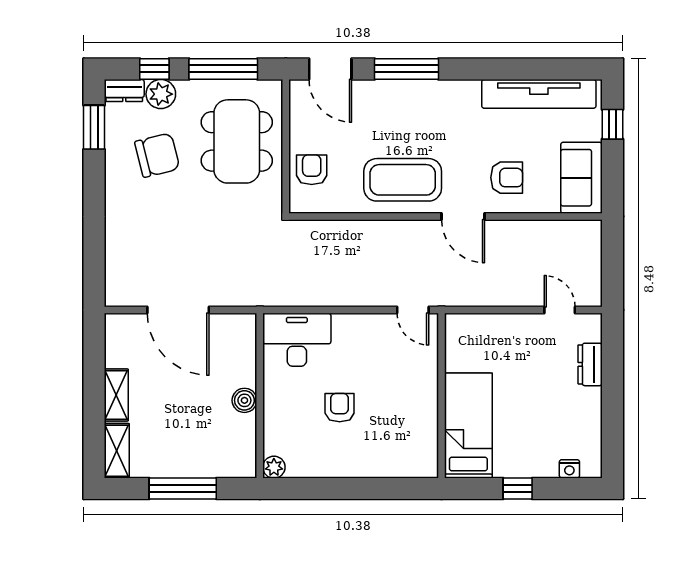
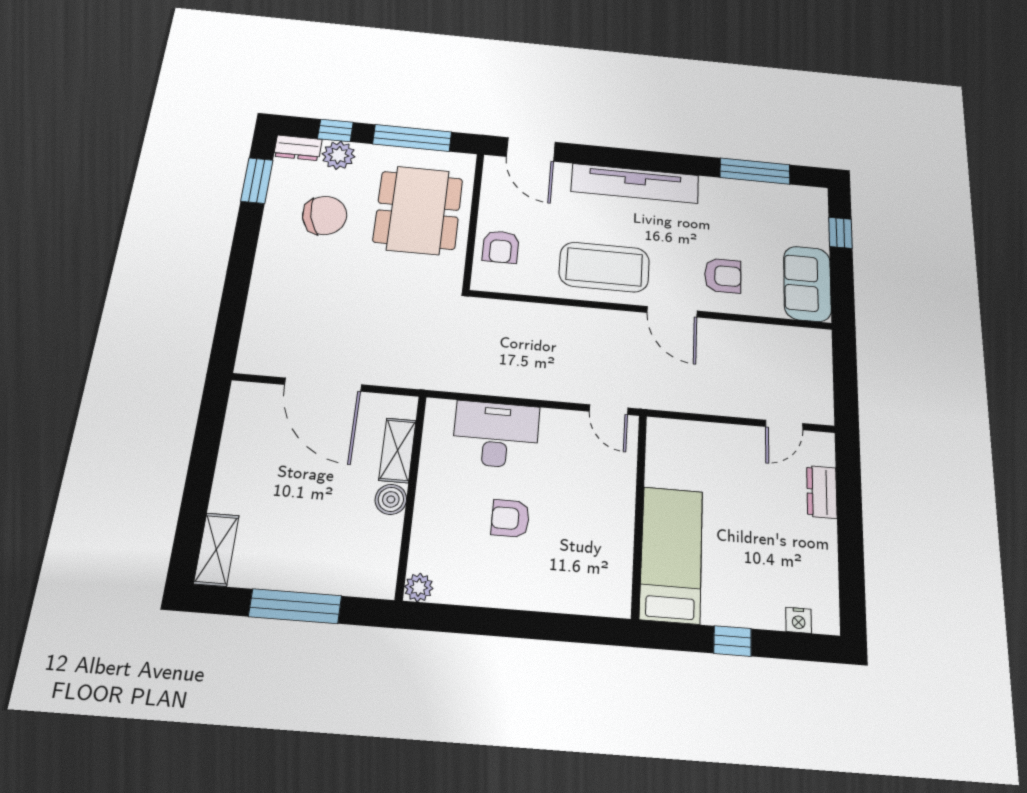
window: (406, 69) -> (755, 171), moved
tv unit: (539, 94) -> (635, 184), moved
armchair: (312, 170) -> (501, 247), turned 180
door: (560, 310) -> (784, 425), swing flipped
desk: (297, 340) -> (496, 435), moved
shelving: (116, 395) -> (398, 450), moved
armchair: (340, 408) -> (510, 518), turned -90

